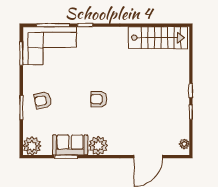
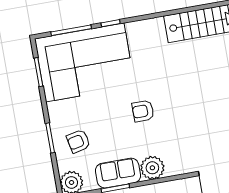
corner sofa: (50, 46) -> (85, 62), width x1.36, depth x1.36
armchair: (43, 101) -> (78, 141), moved

